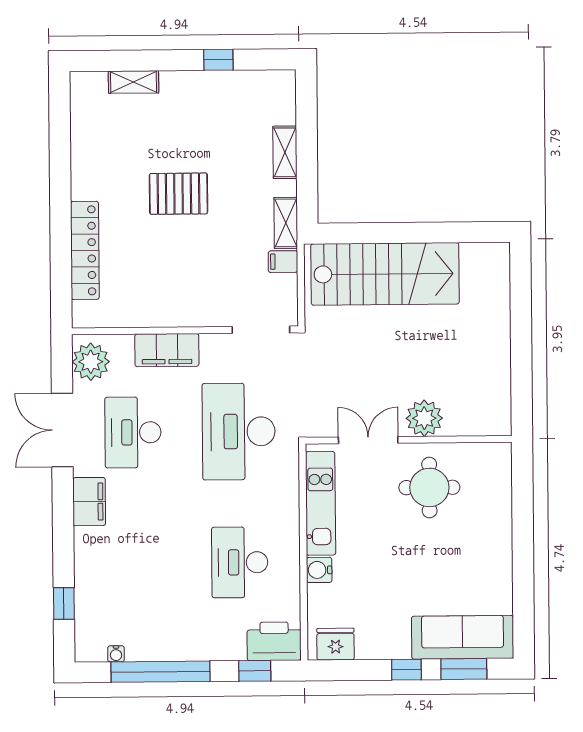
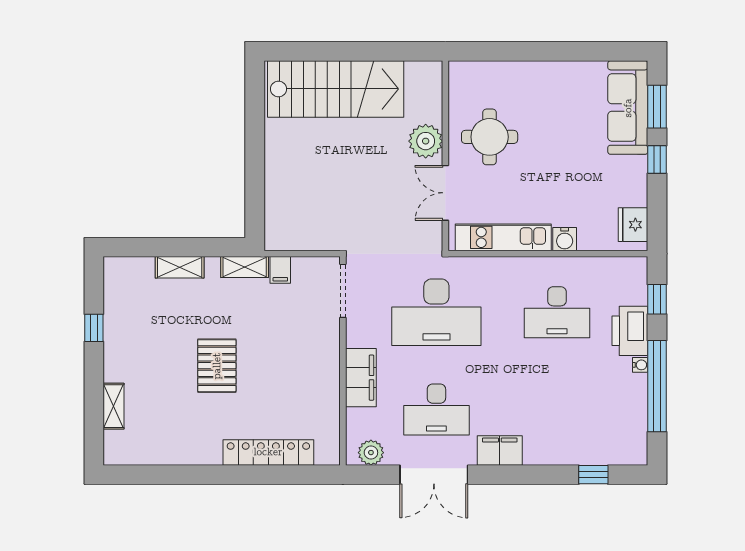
stairs: (385, 274) -> (336, 89), moved, turned 90
plant: (91, 362) -> (371, 453), width x0.73, depth x0.73
printer: (274, 641) -> (630, 331), moved
water cooler: (116, 654) -> (640, 365), moved

